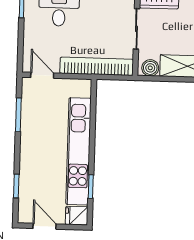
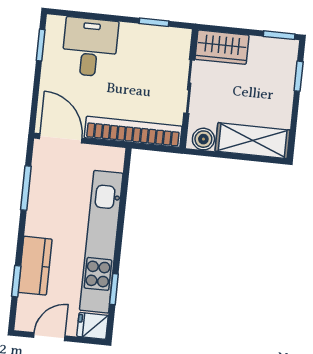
door: (42, 75) -> (61, 138), width x1.38
kitchen counter: (30, 173) -> (35, 266), added
door: (45, 226) -> (49, 337), hinge flipped

